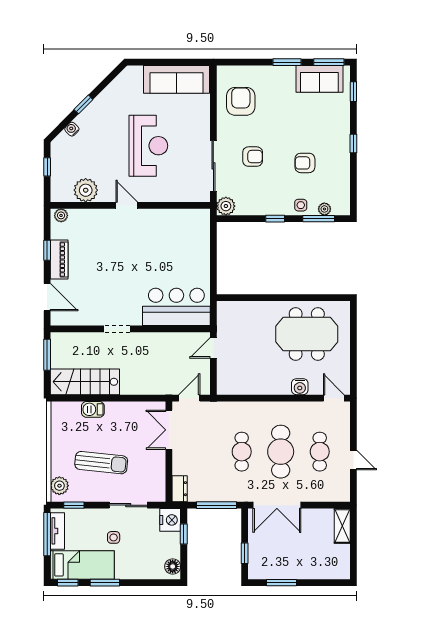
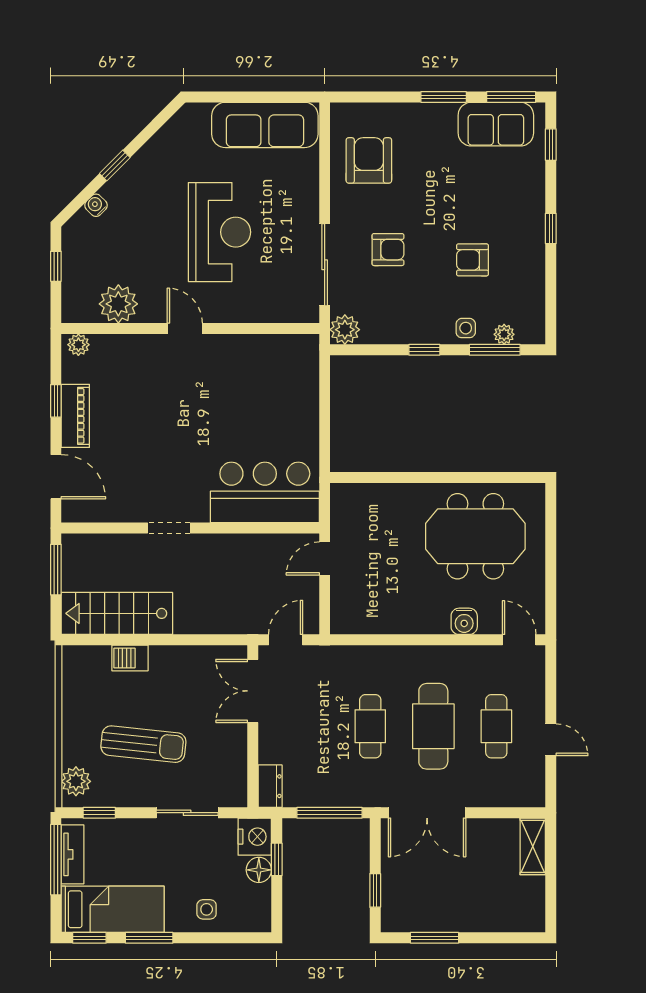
side table: (114, 537) -> (207, 909), moved
floor lamp: (173, 566) -> (259, 870), moved

